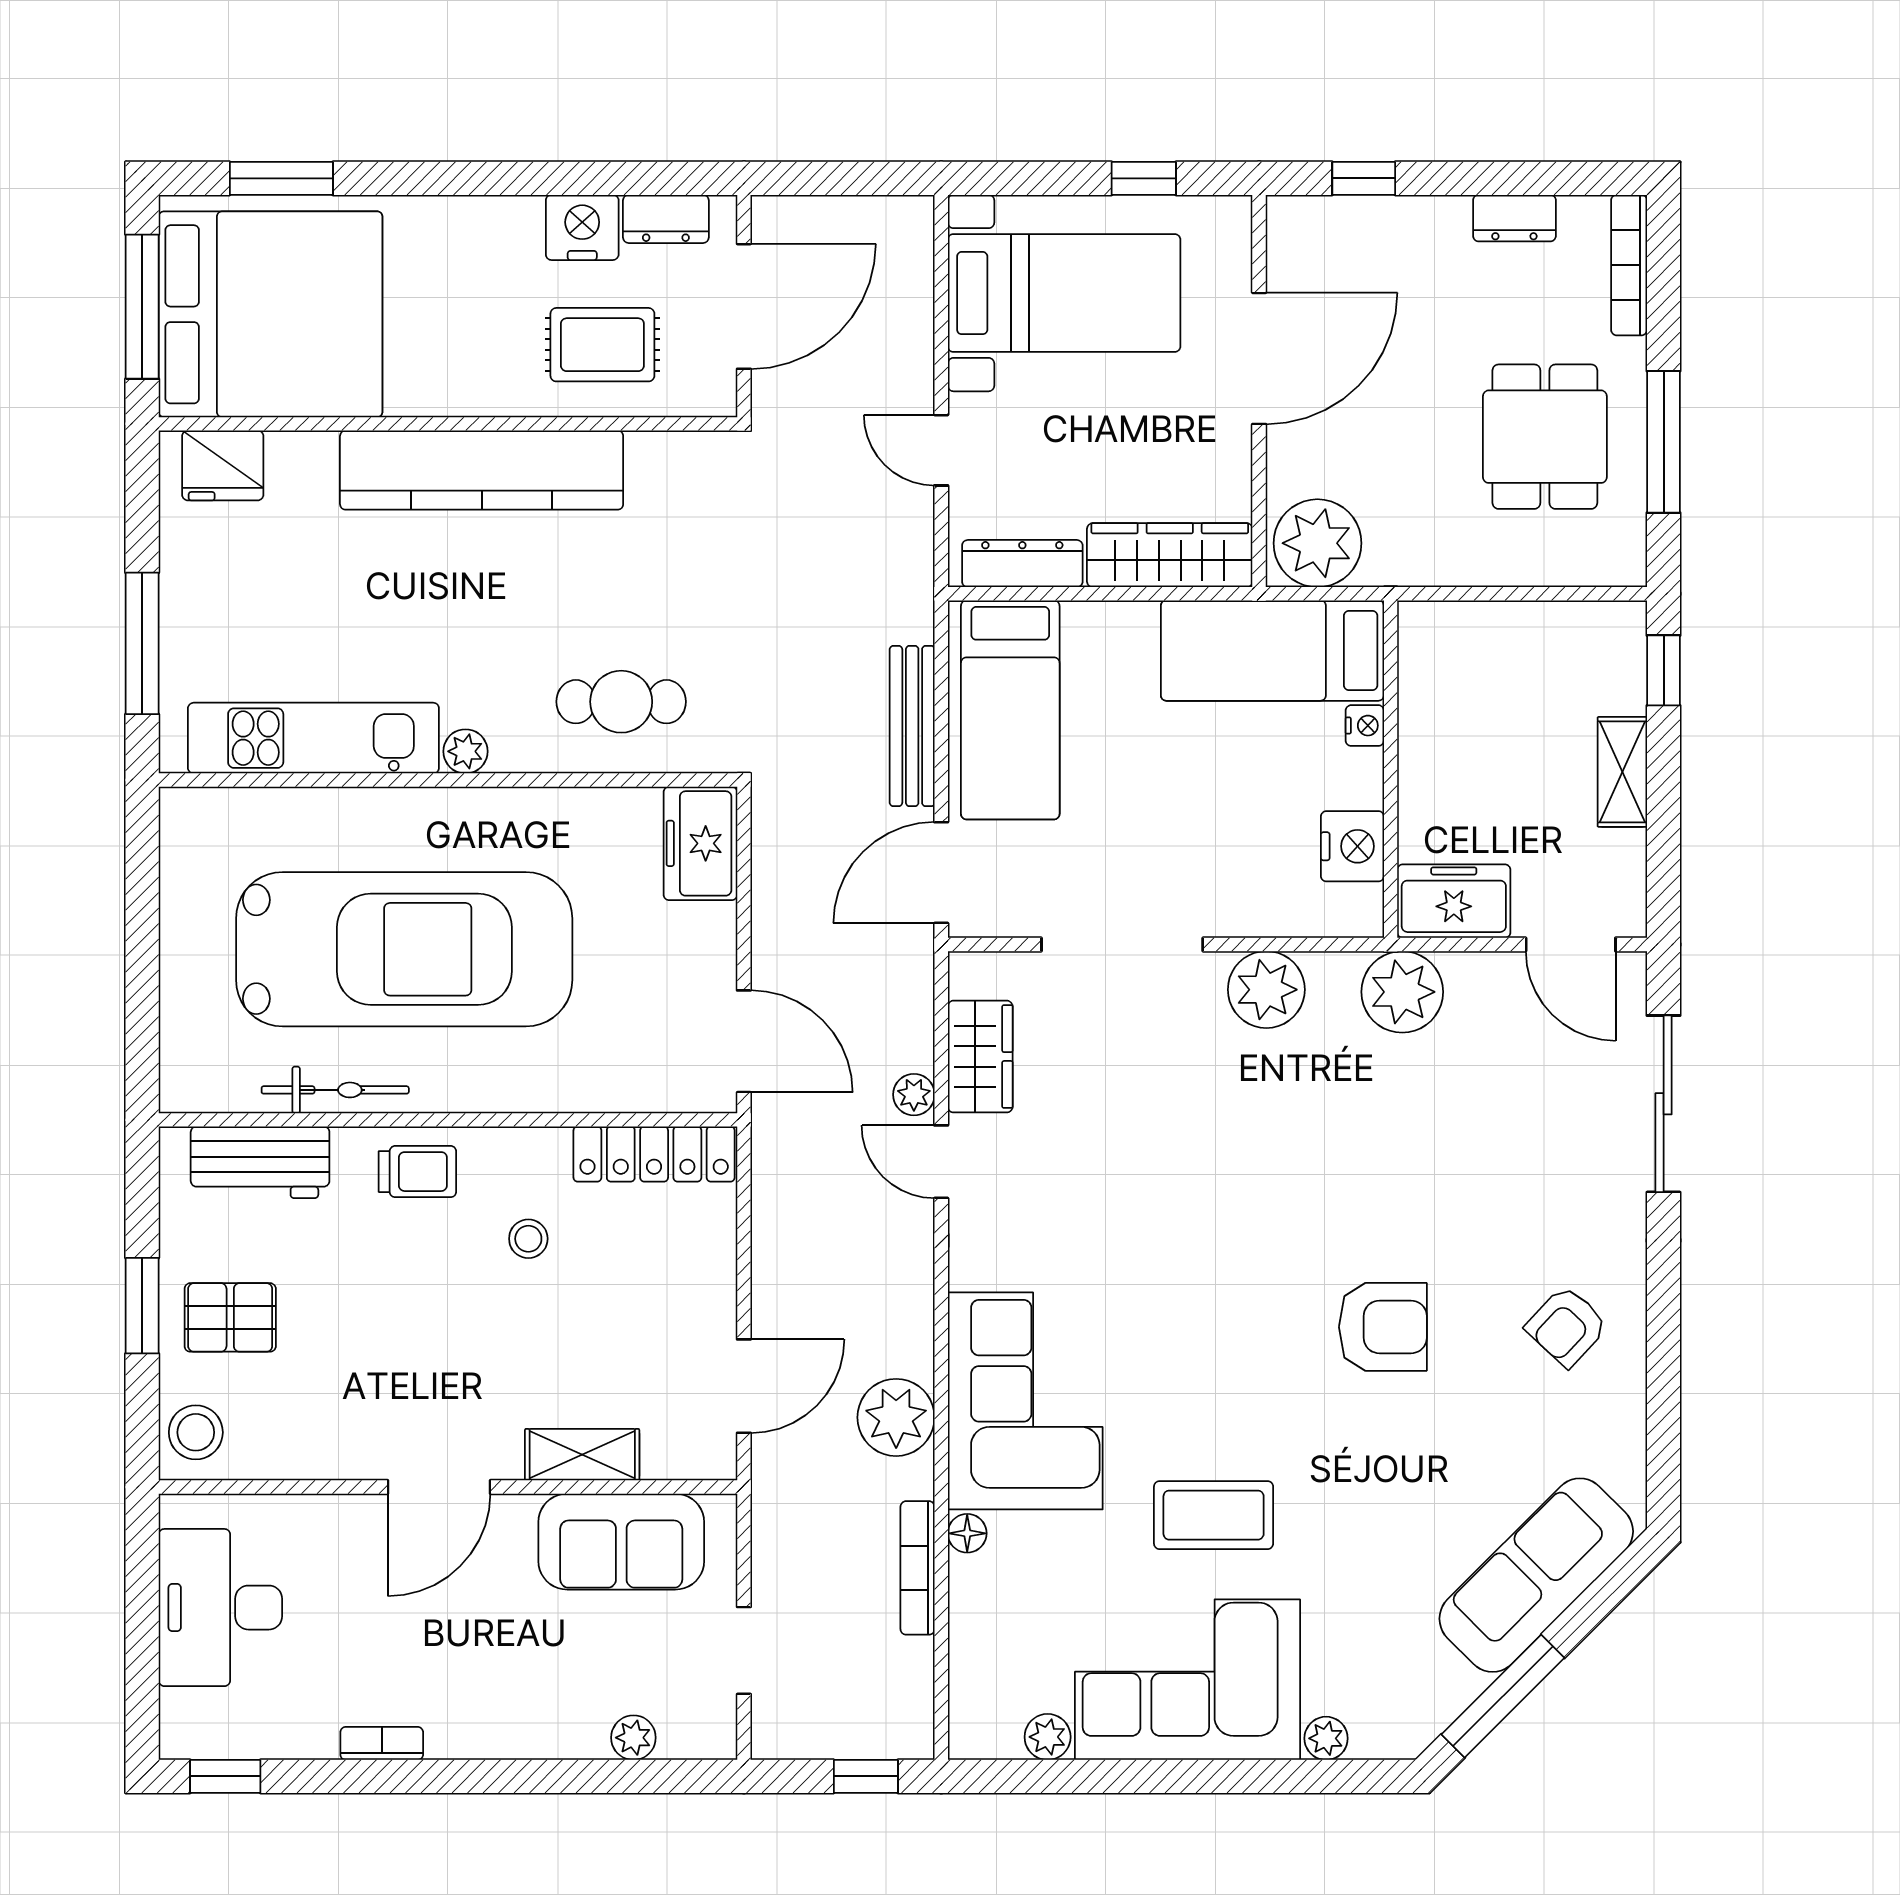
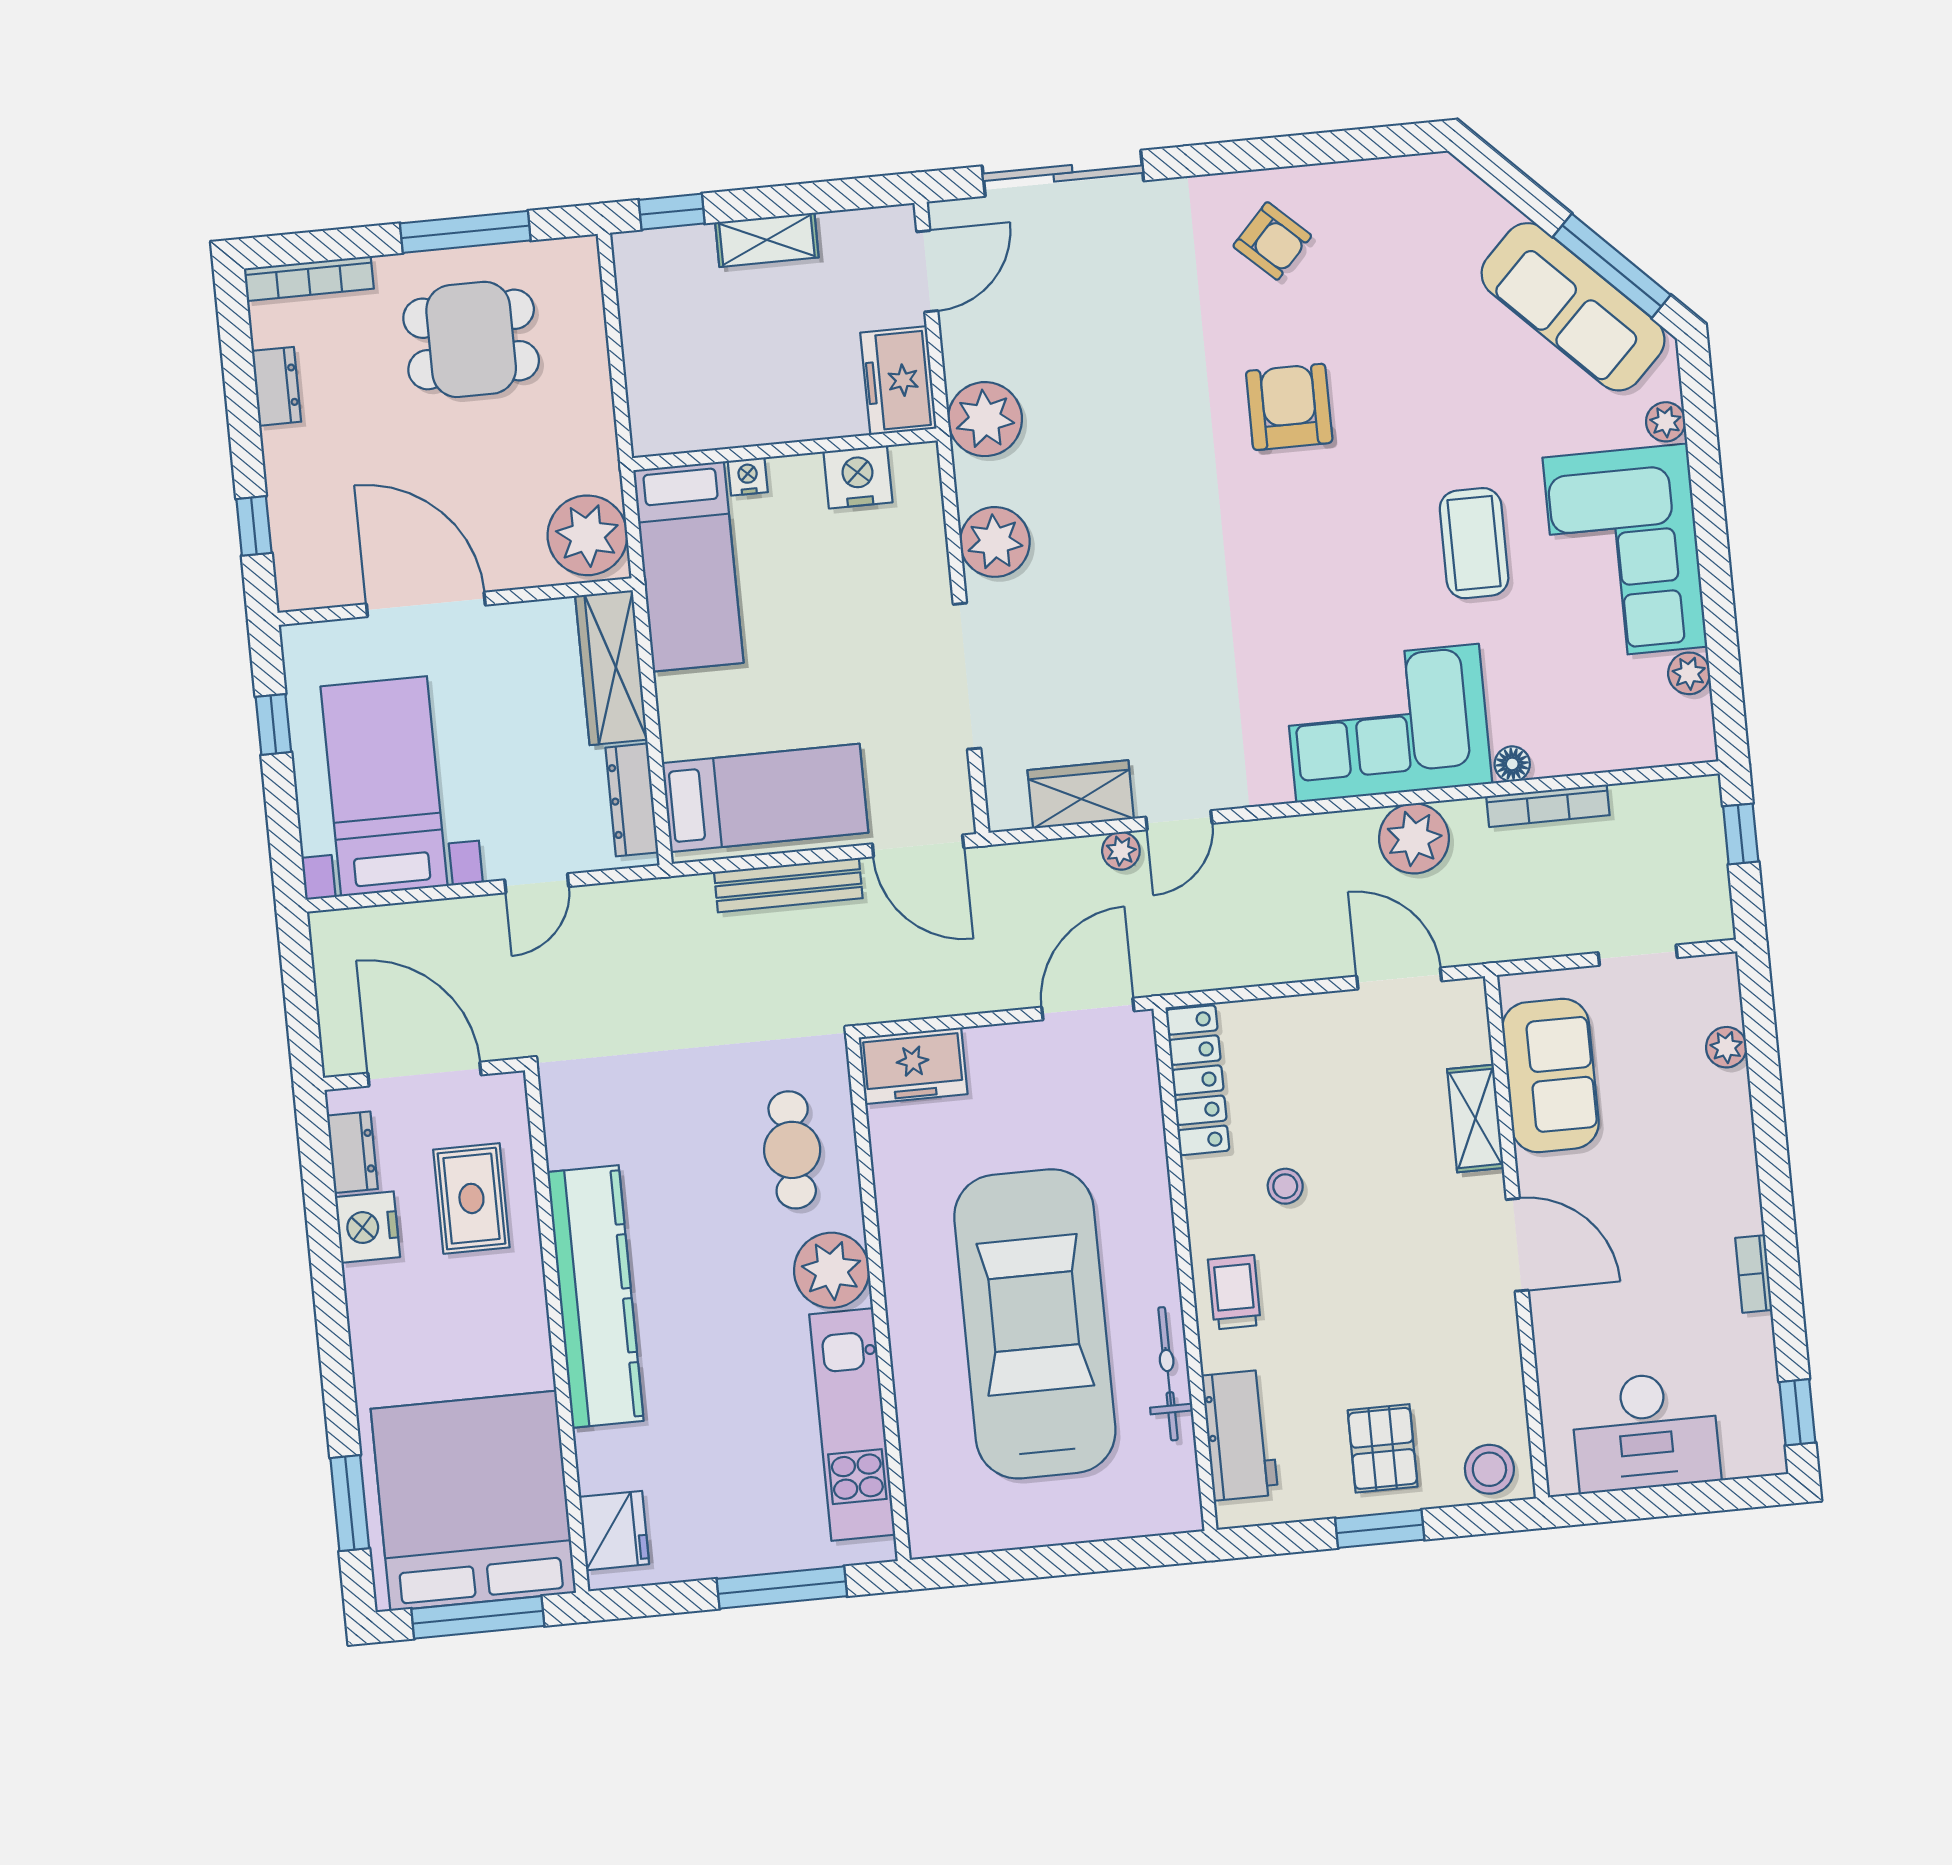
plant: (465, 751) -> (832, 1270), width x1.88, depth x1.88
sofa: (1536, 1575) -> (1573, 307), moved

